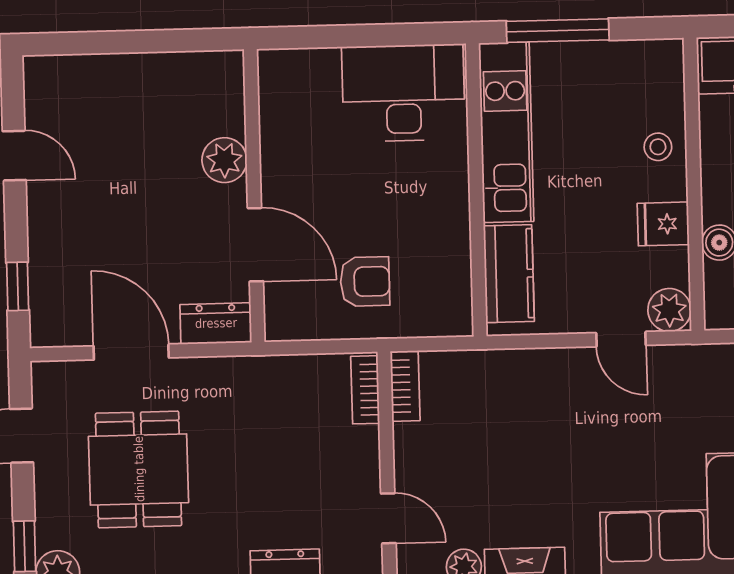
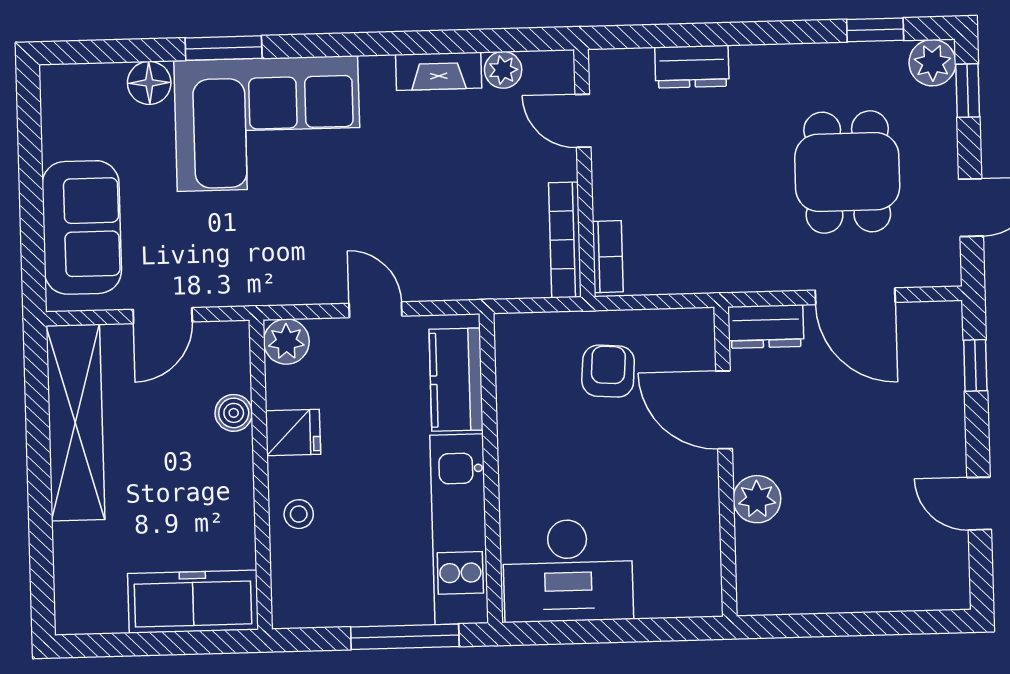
armchair: (365, 282) -> (608, 371), turned 94
door: (621, 339) -> (375, 310), moved
bookcase: (405, 386) -> (565, 240), width x1.56

